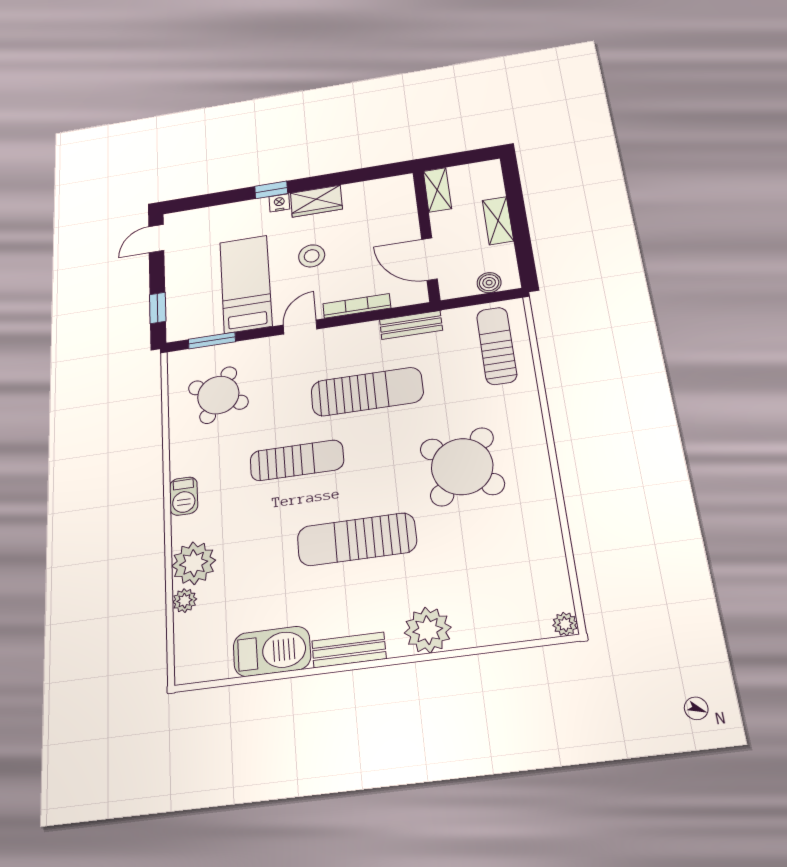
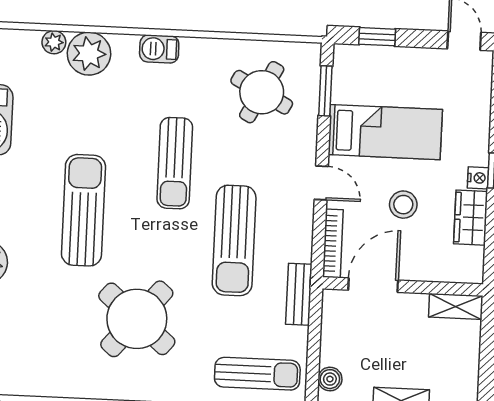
shelving: (437, 190) -> (456, 306), moved
wall: (426, 235) -> (403, 286), moved
door: (429, 259) -> (373, 285), moved

